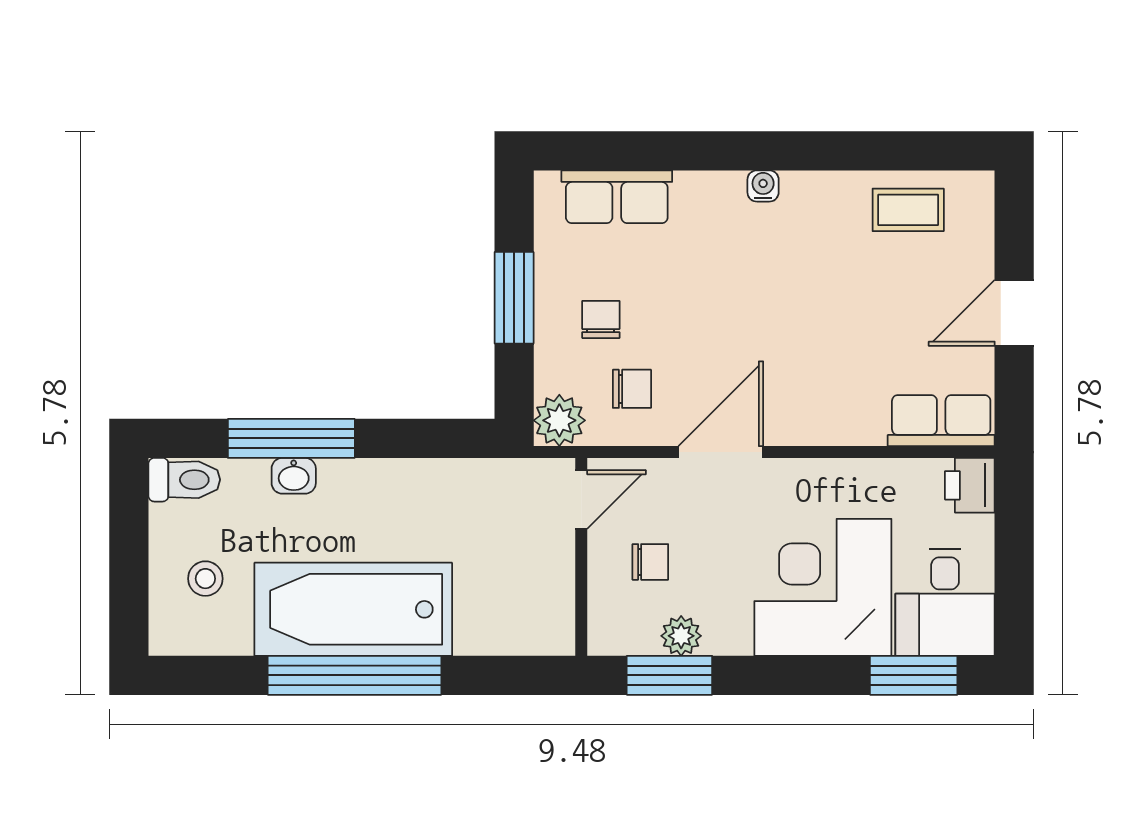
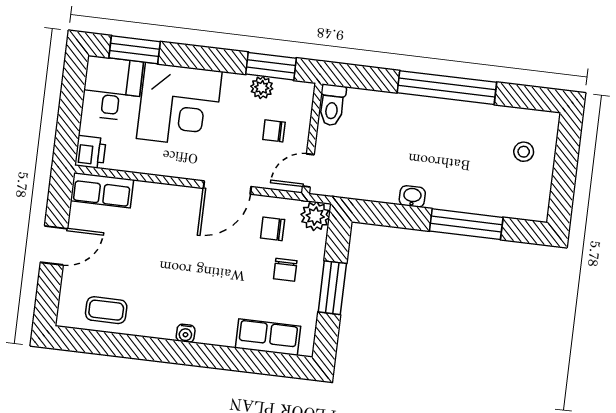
washbasin: (294, 476) -> (412, 196), moved
toilet: (184, 480) -> (332, 105), moved, turned -90
bathtub: (353, 609) -> (443, 125), removed

